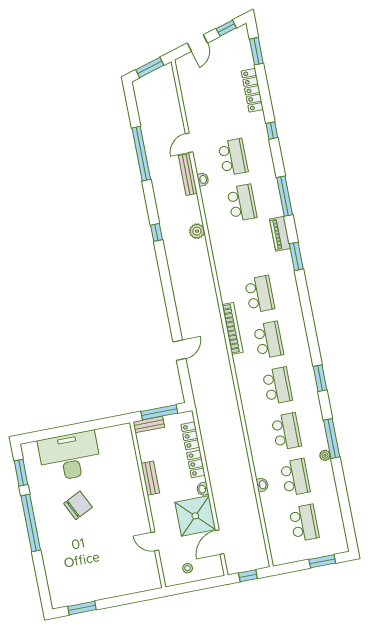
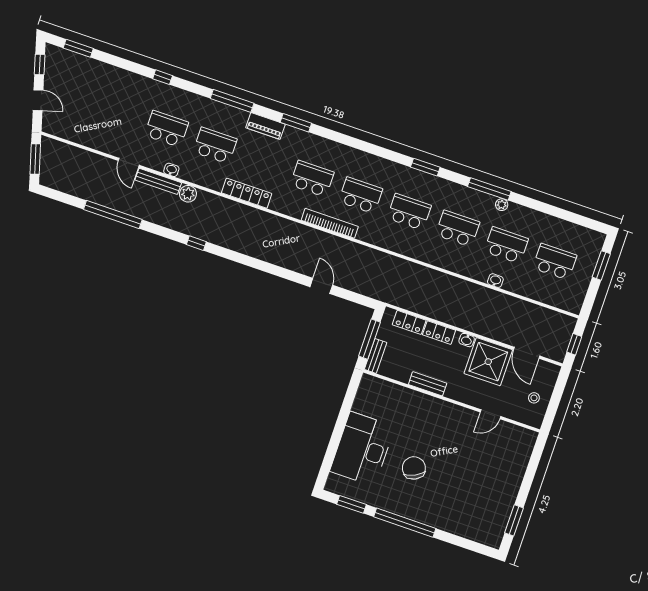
locker: (252, 90) -> (247, 193), moved, turned 180
plant: (197, 231) -> (188, 194), moved

